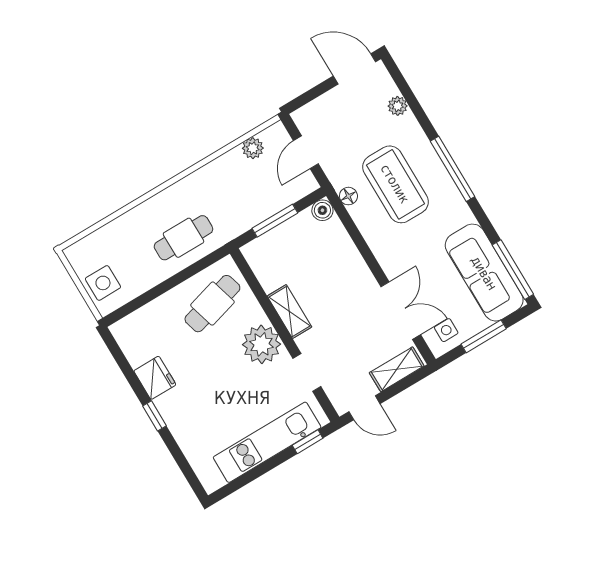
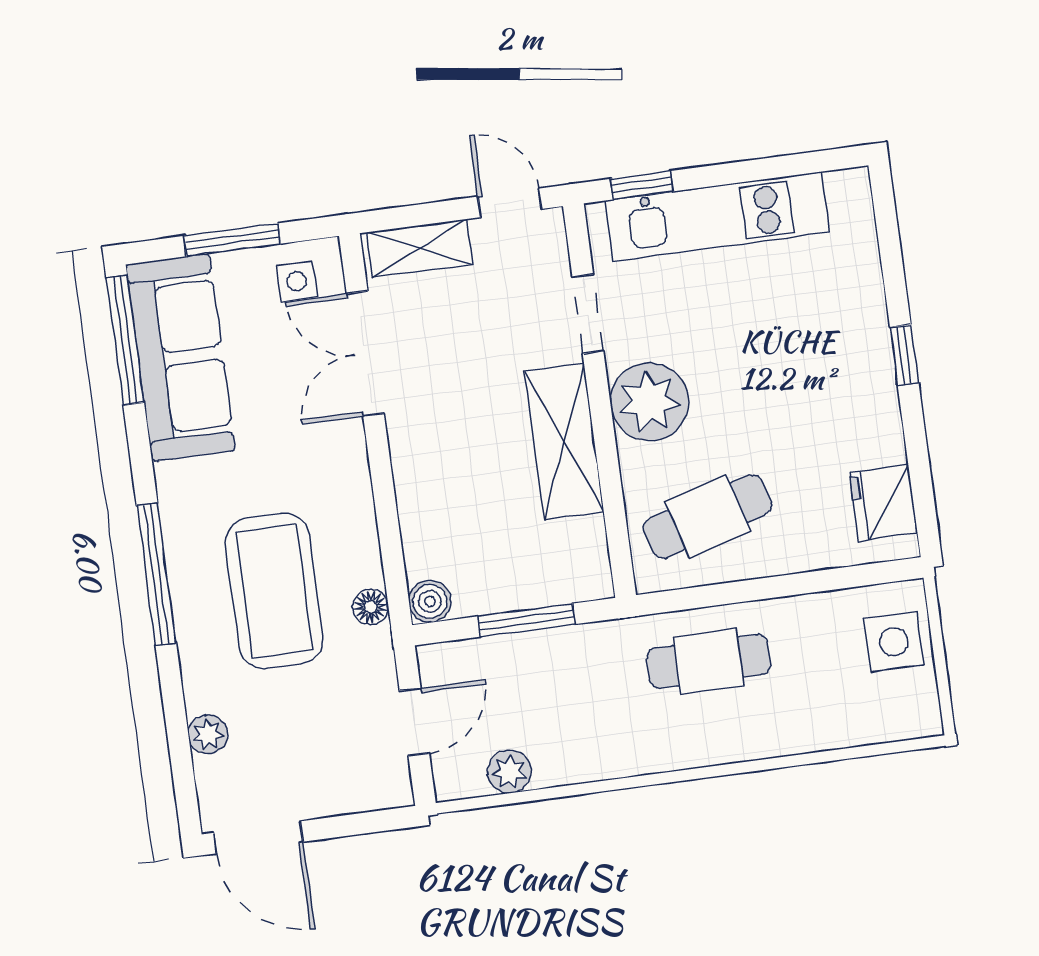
shelving: (289, 312) -> (564, 441), width x1.50, depth x1.33
fridge: (155, 378) -> (884, 503), moved

